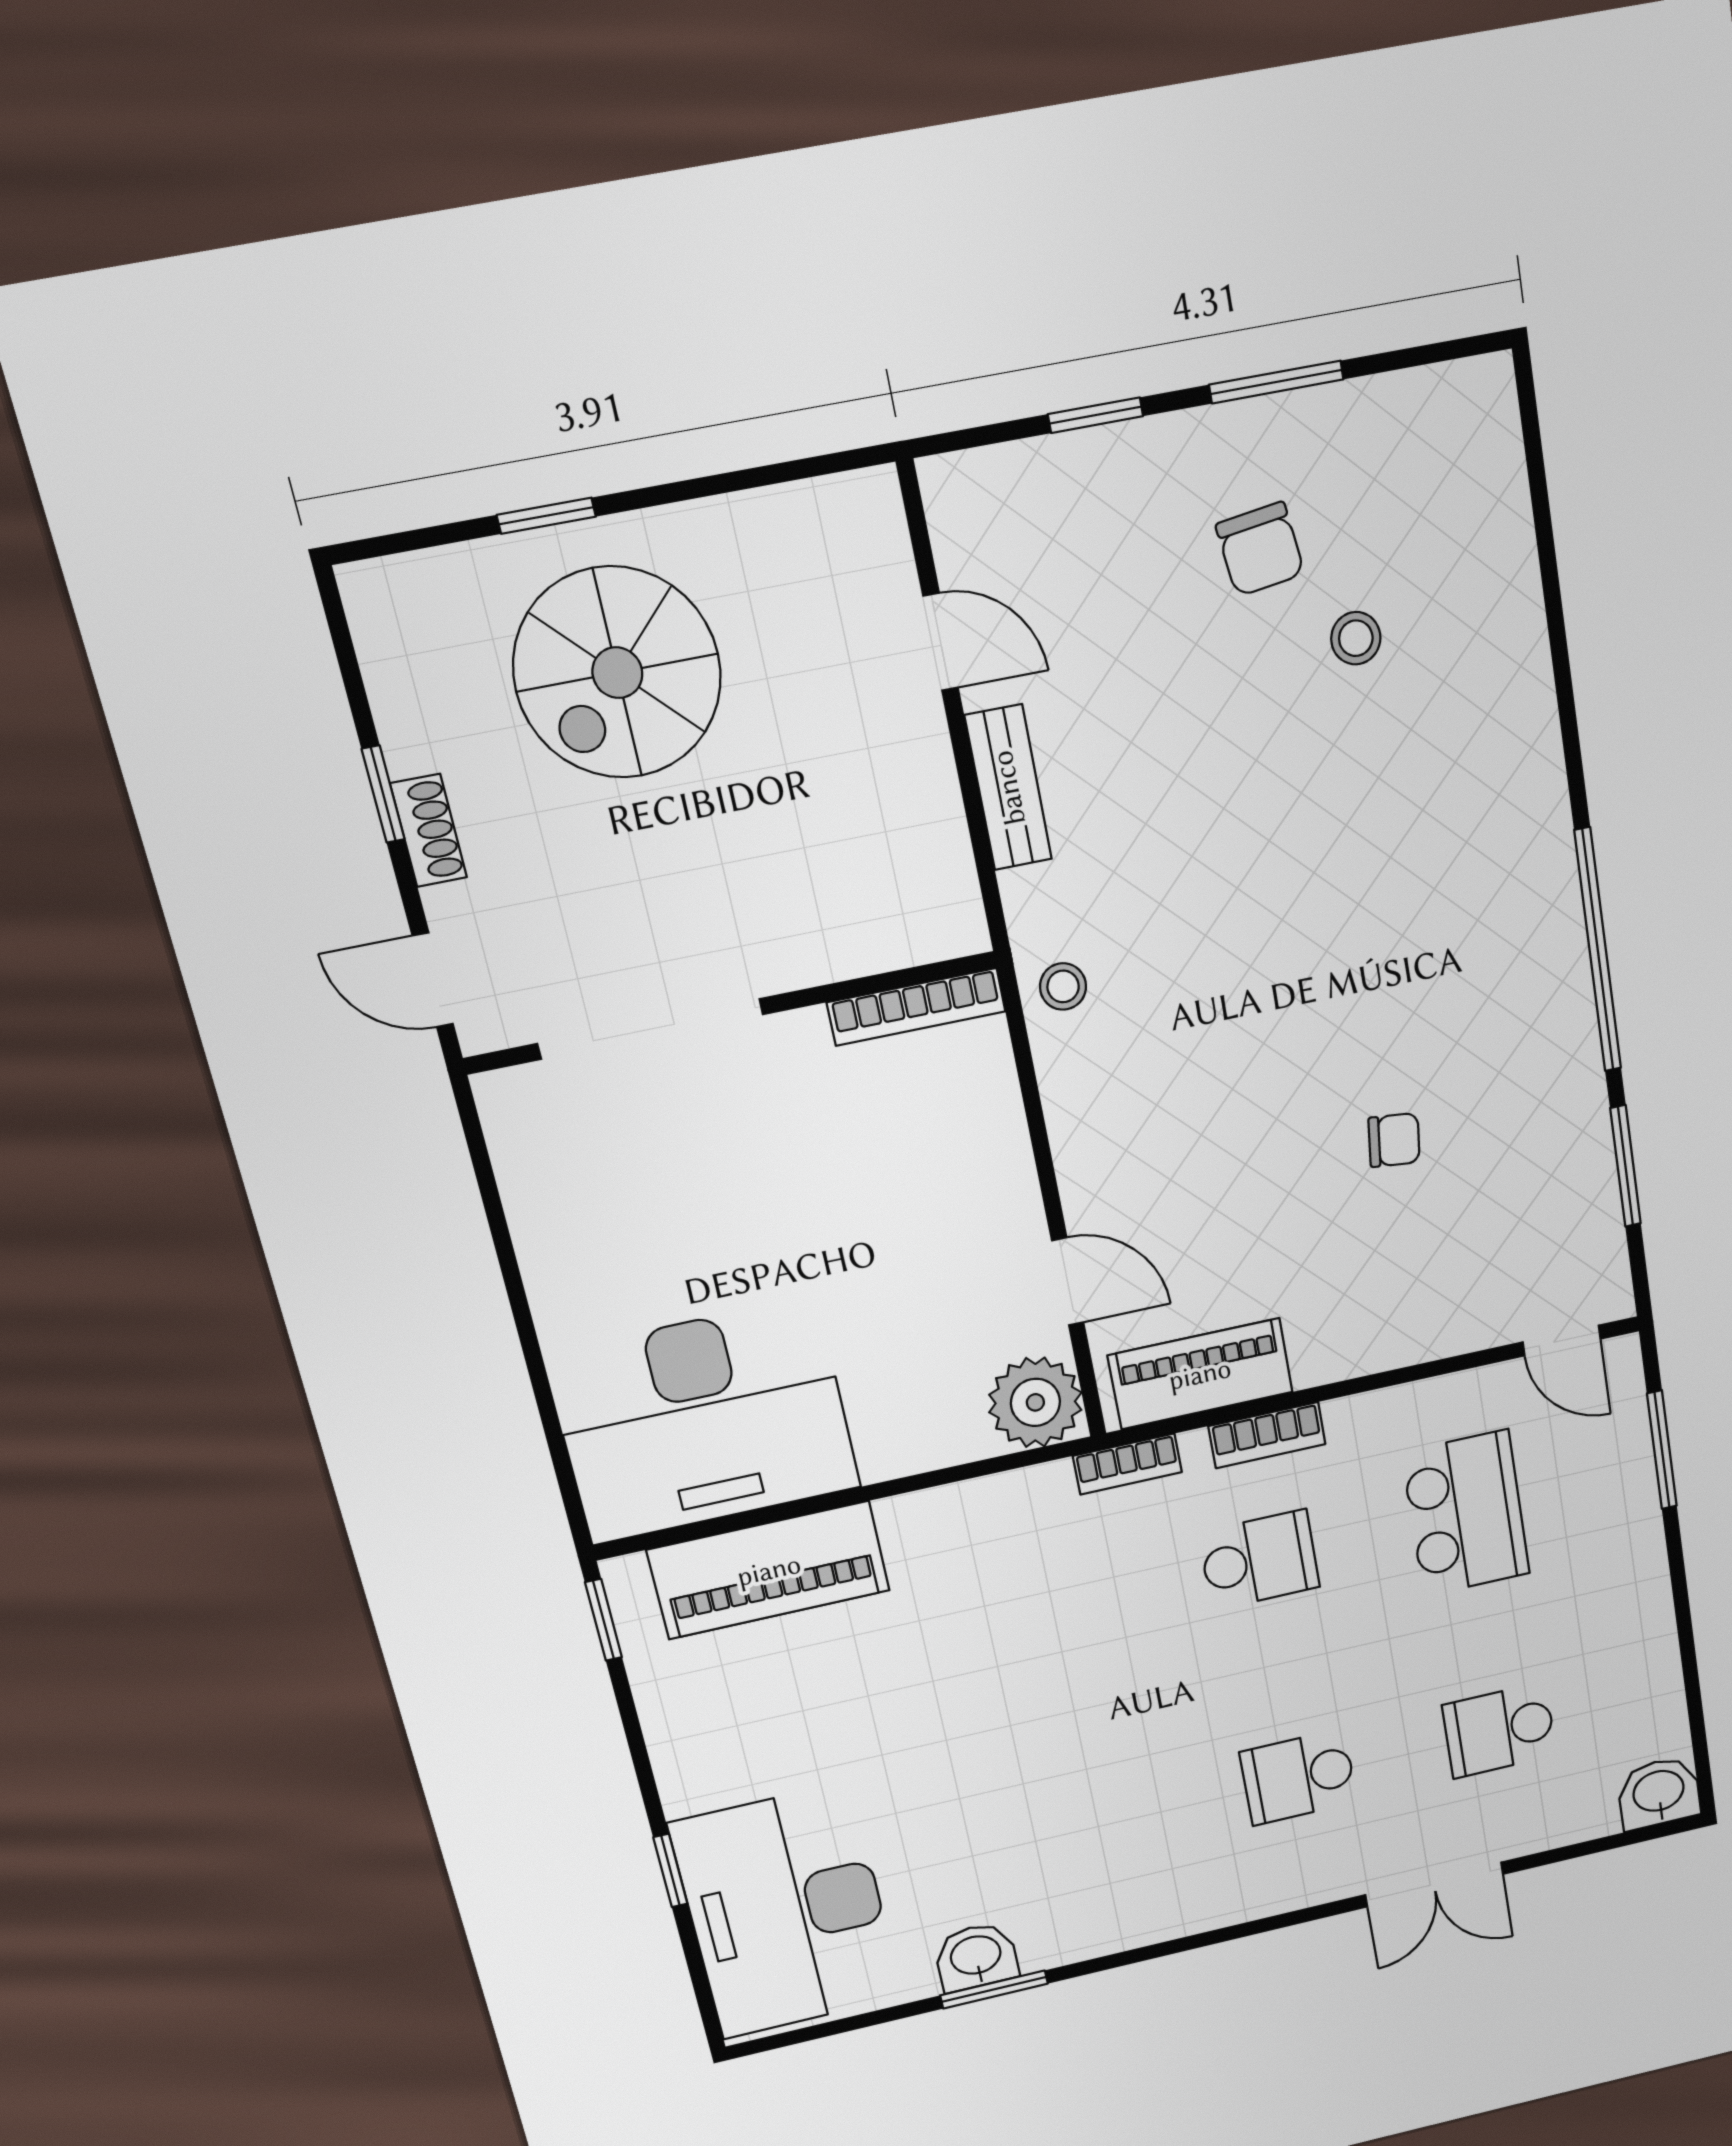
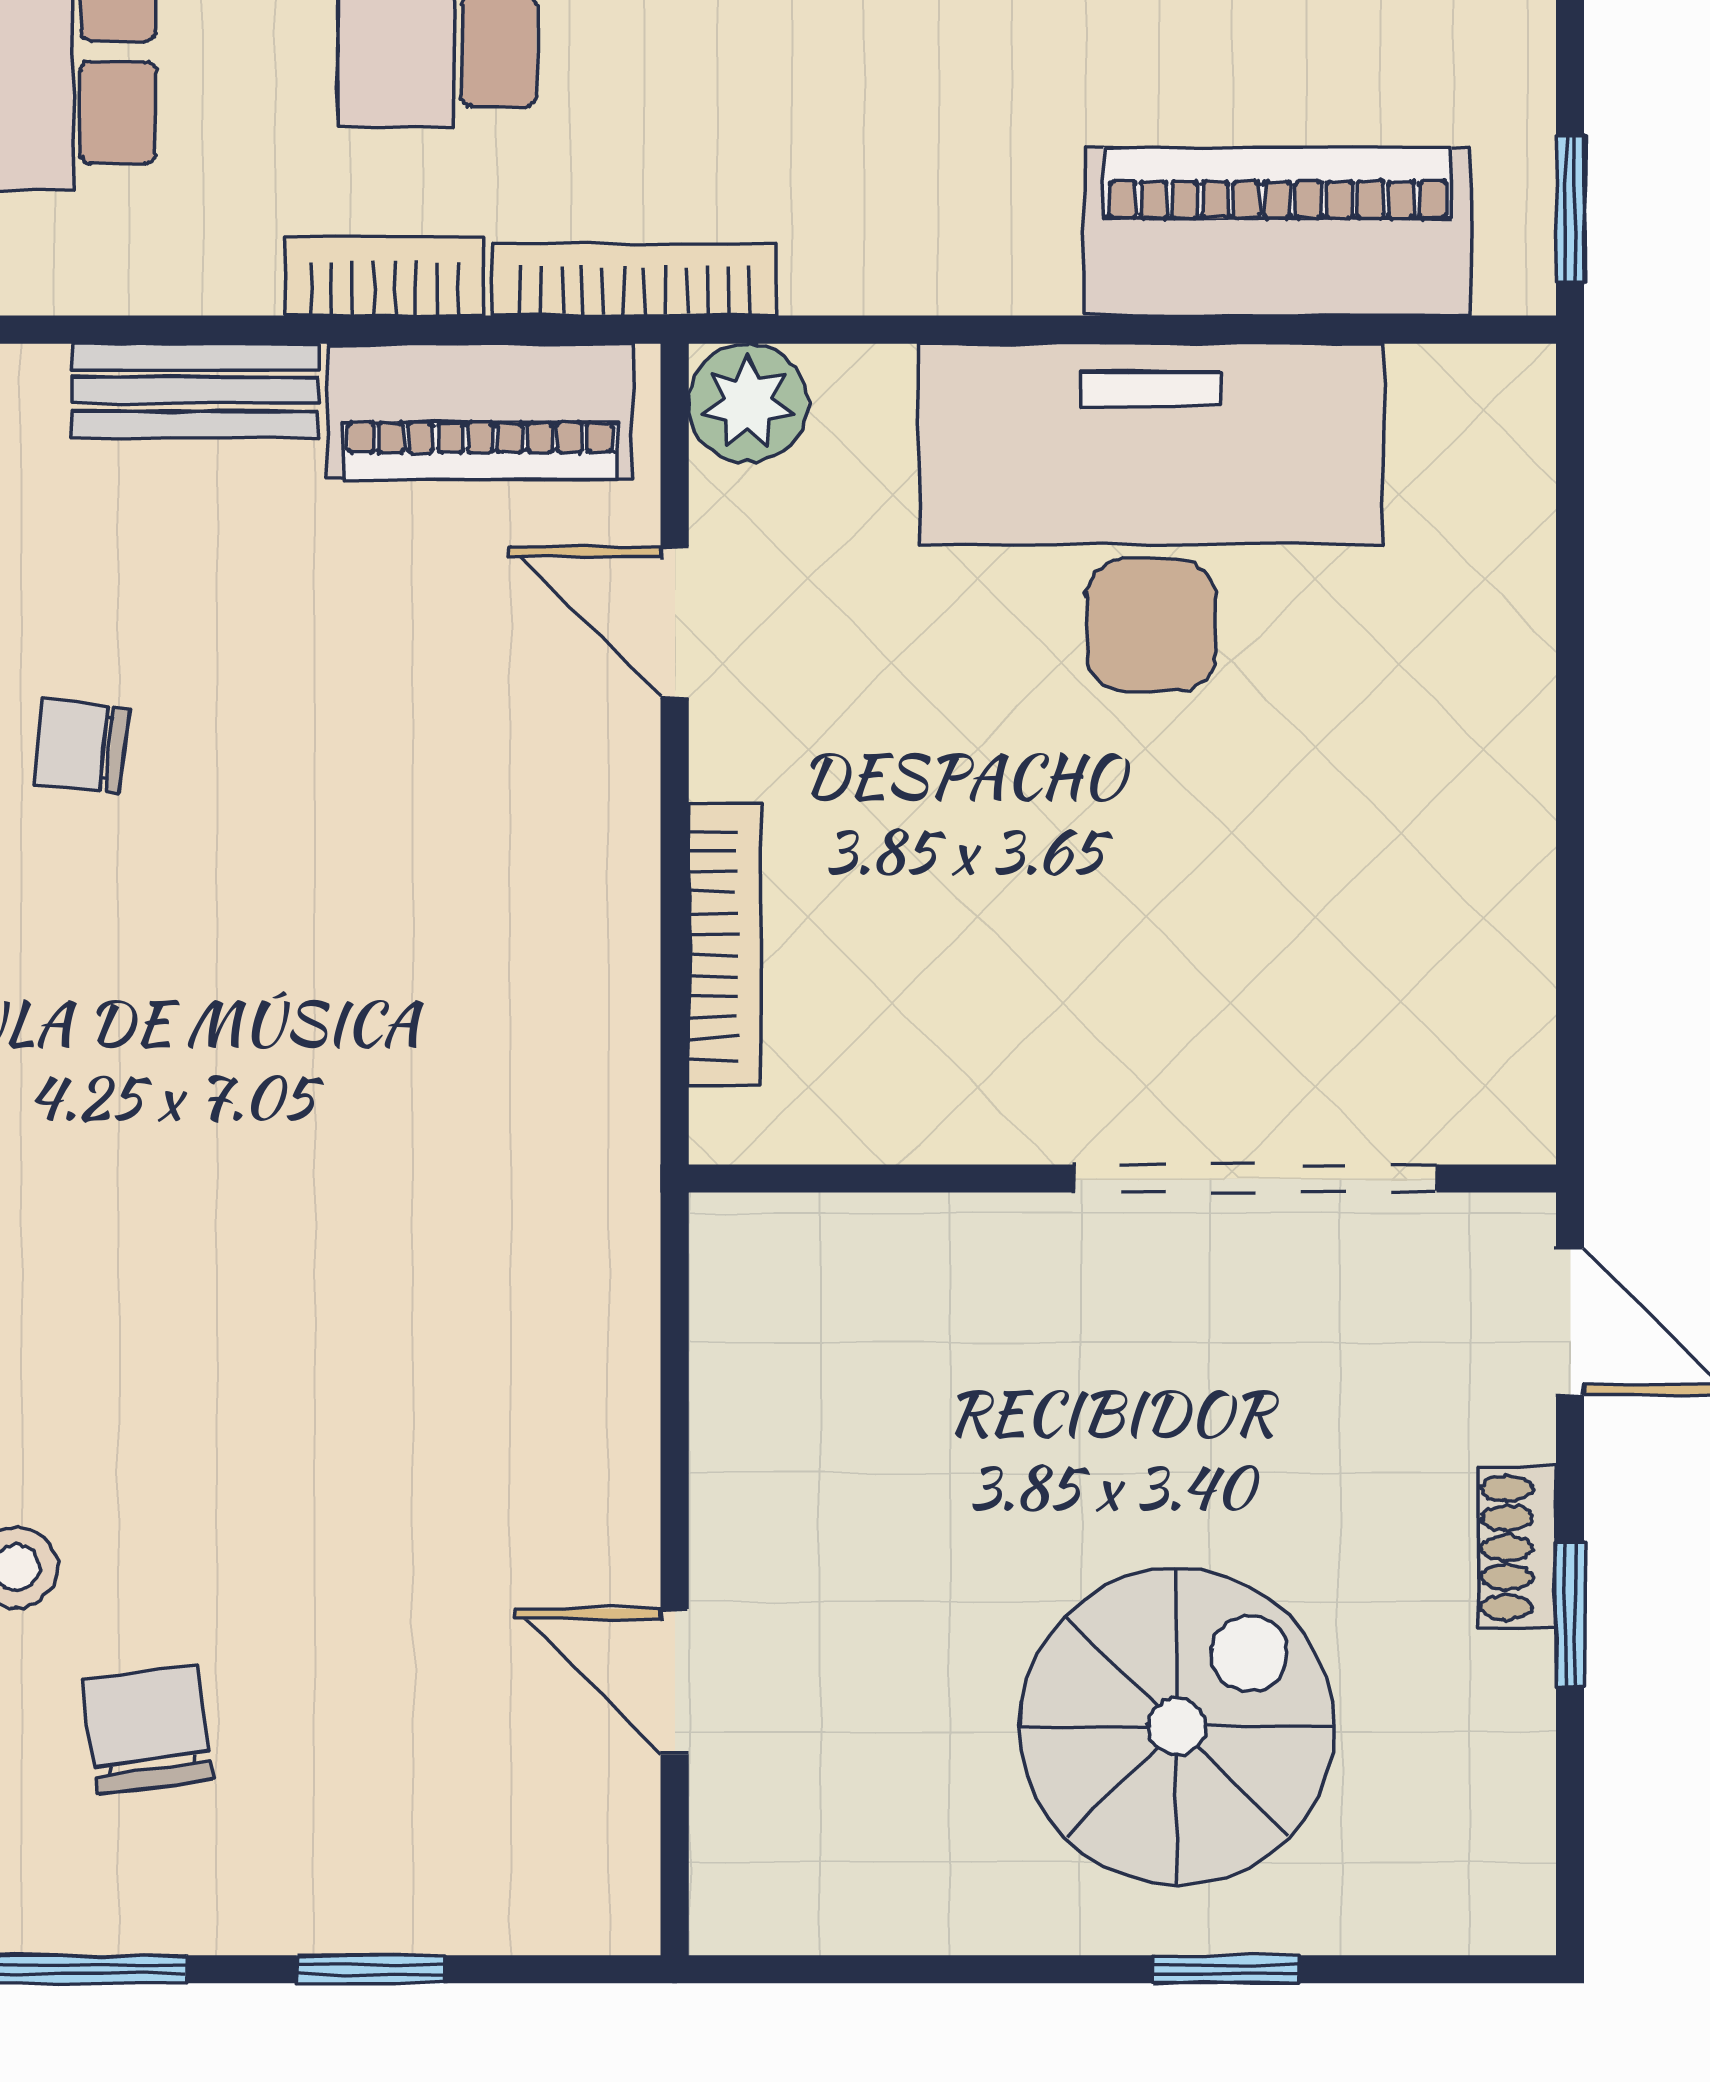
bench: (1008, 788) -> (195, 391), moved, turned 90
stool: (1063, 986) -> (588, 1113), removed
bookcase: (916, 1007) -> (725, 945), moved, turned 90
plant: (1035, 1402) -> (748, 403), width x0.73, depth x0.73
desk: (704, 1421) -> (1151, 517), moved
bookcase: (1127, 1464) -> (635, 279), width x1.56

